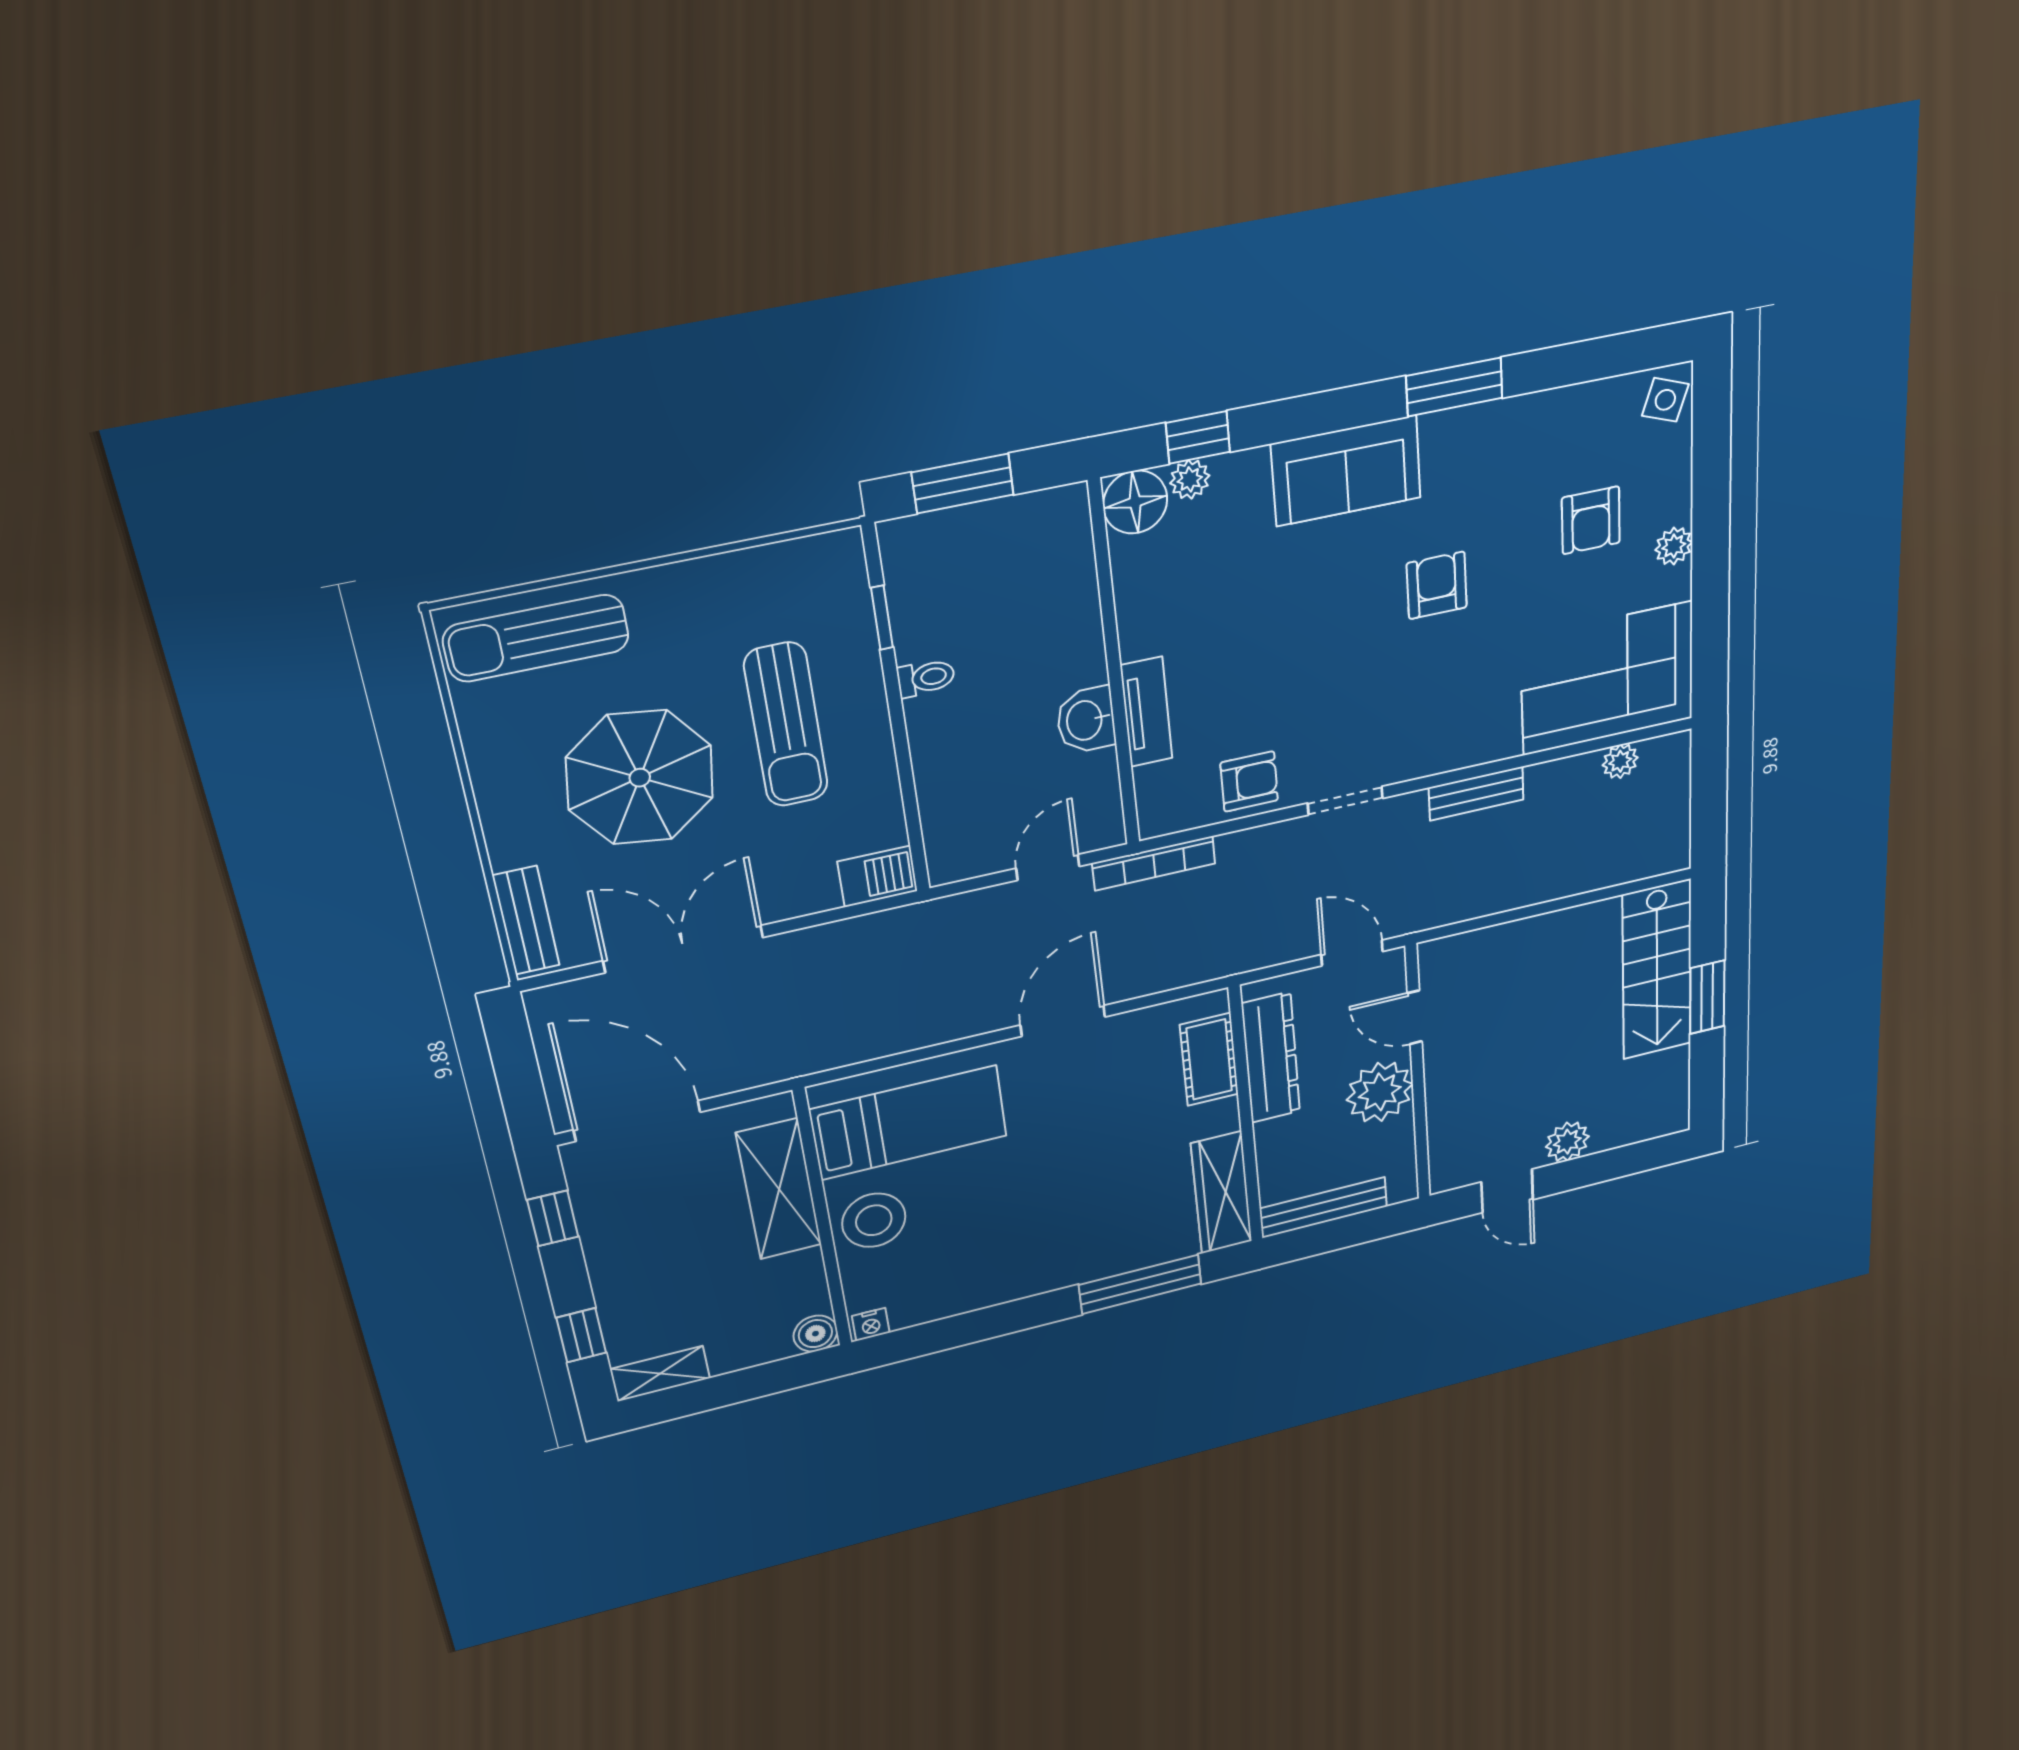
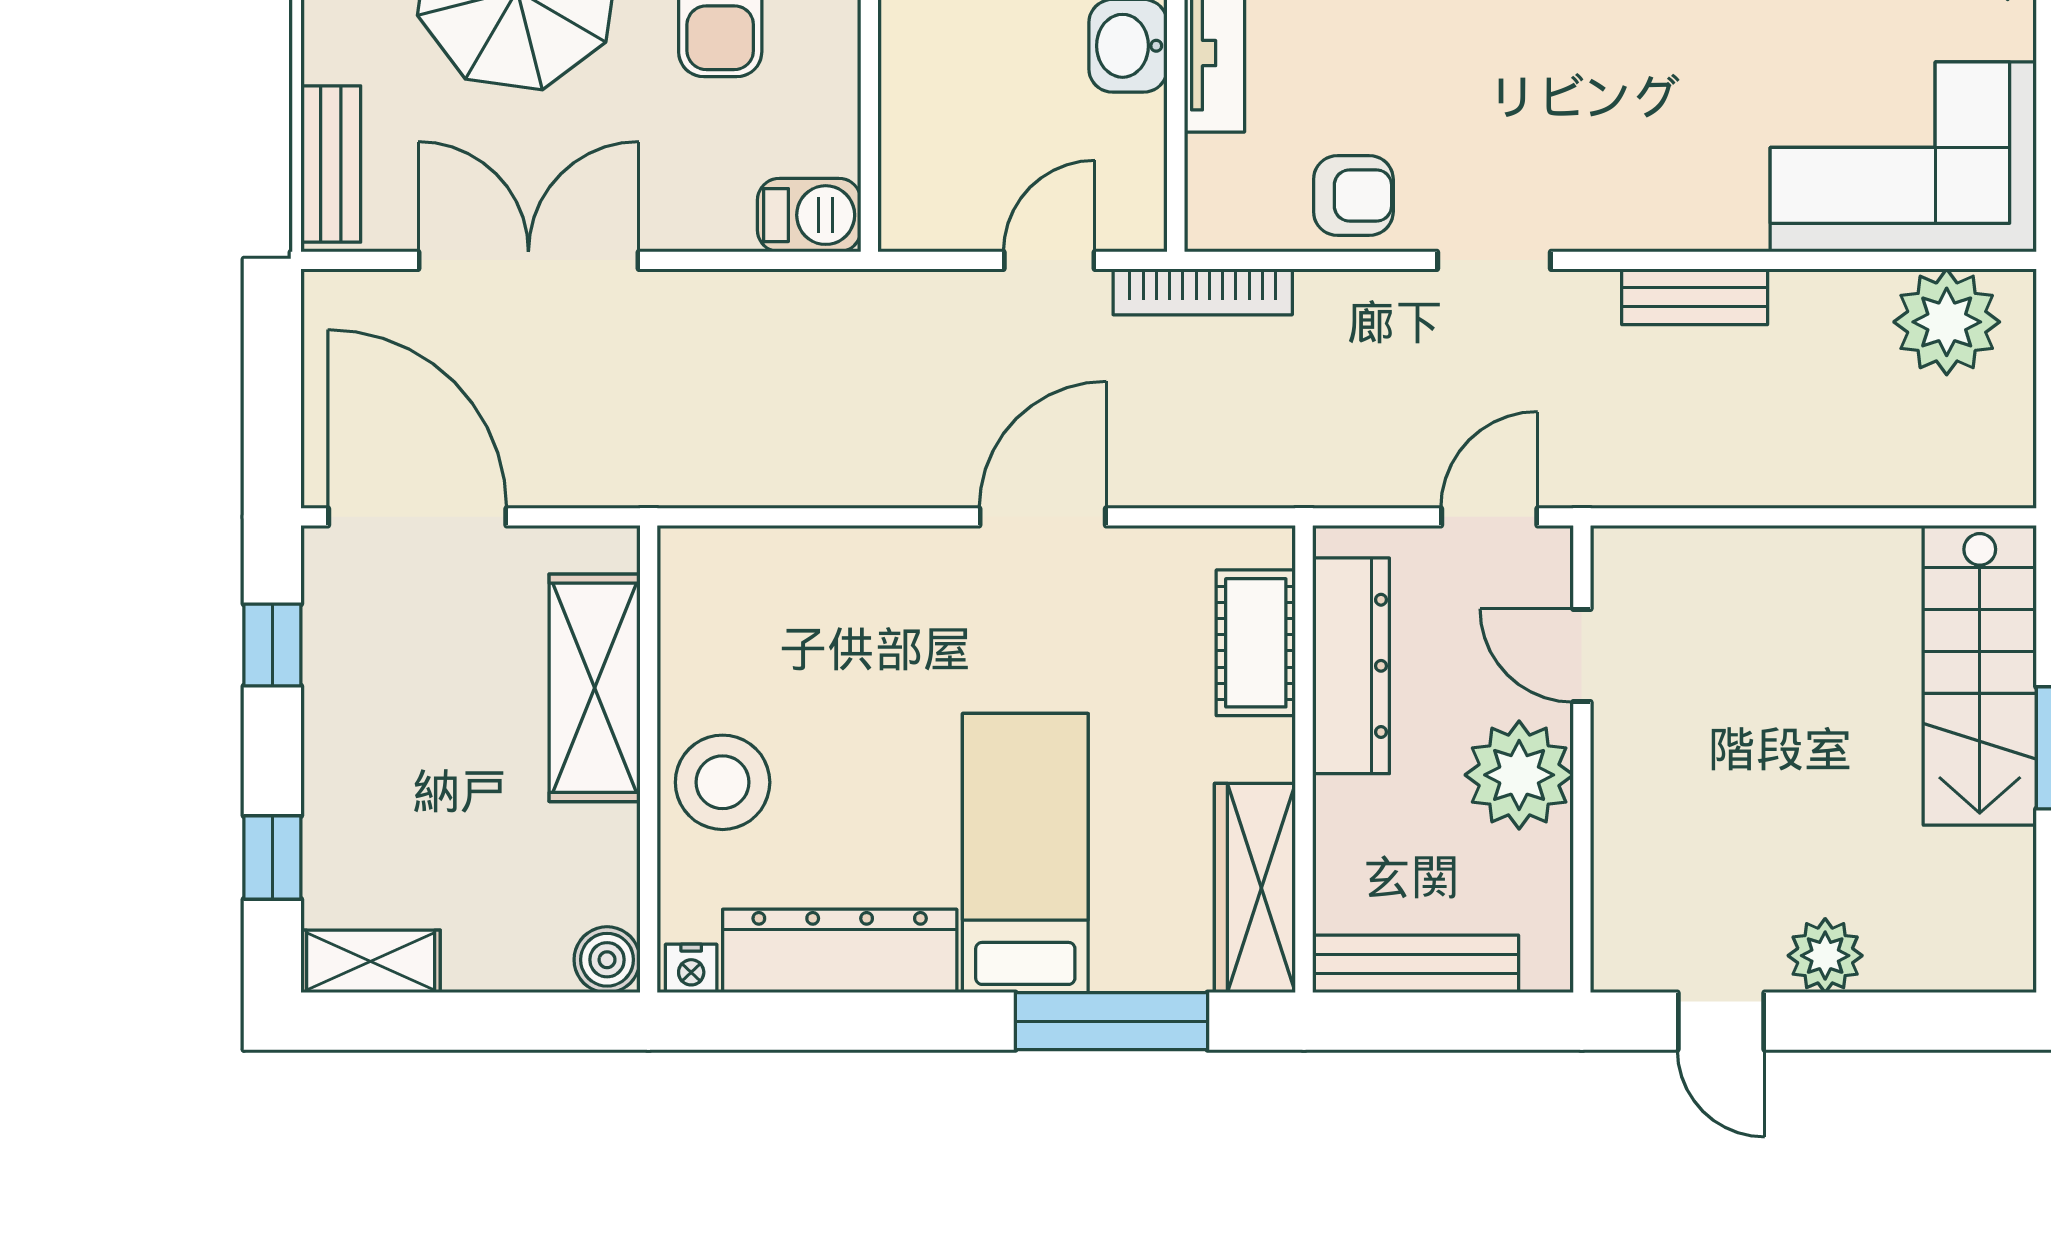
plant: (1620, 761) -> (1947, 322), width x1.88, depth x1.88
door: (1352, 953) -> (1489, 517), hinge flipped
bed: (909, 1123) -> (1025, 853), moved, turned -90
dresser: (965, 1291) -> (840, 951), added

